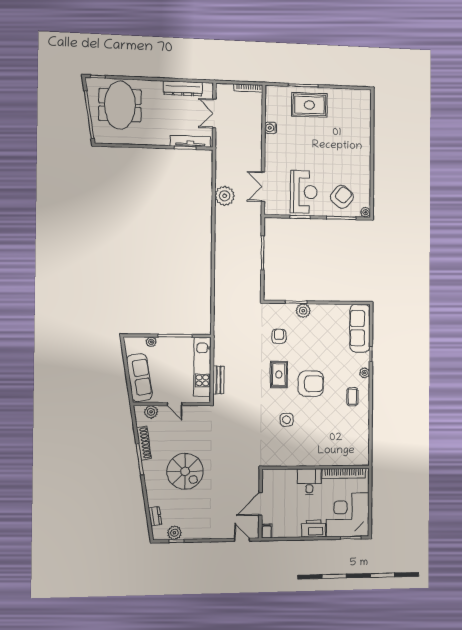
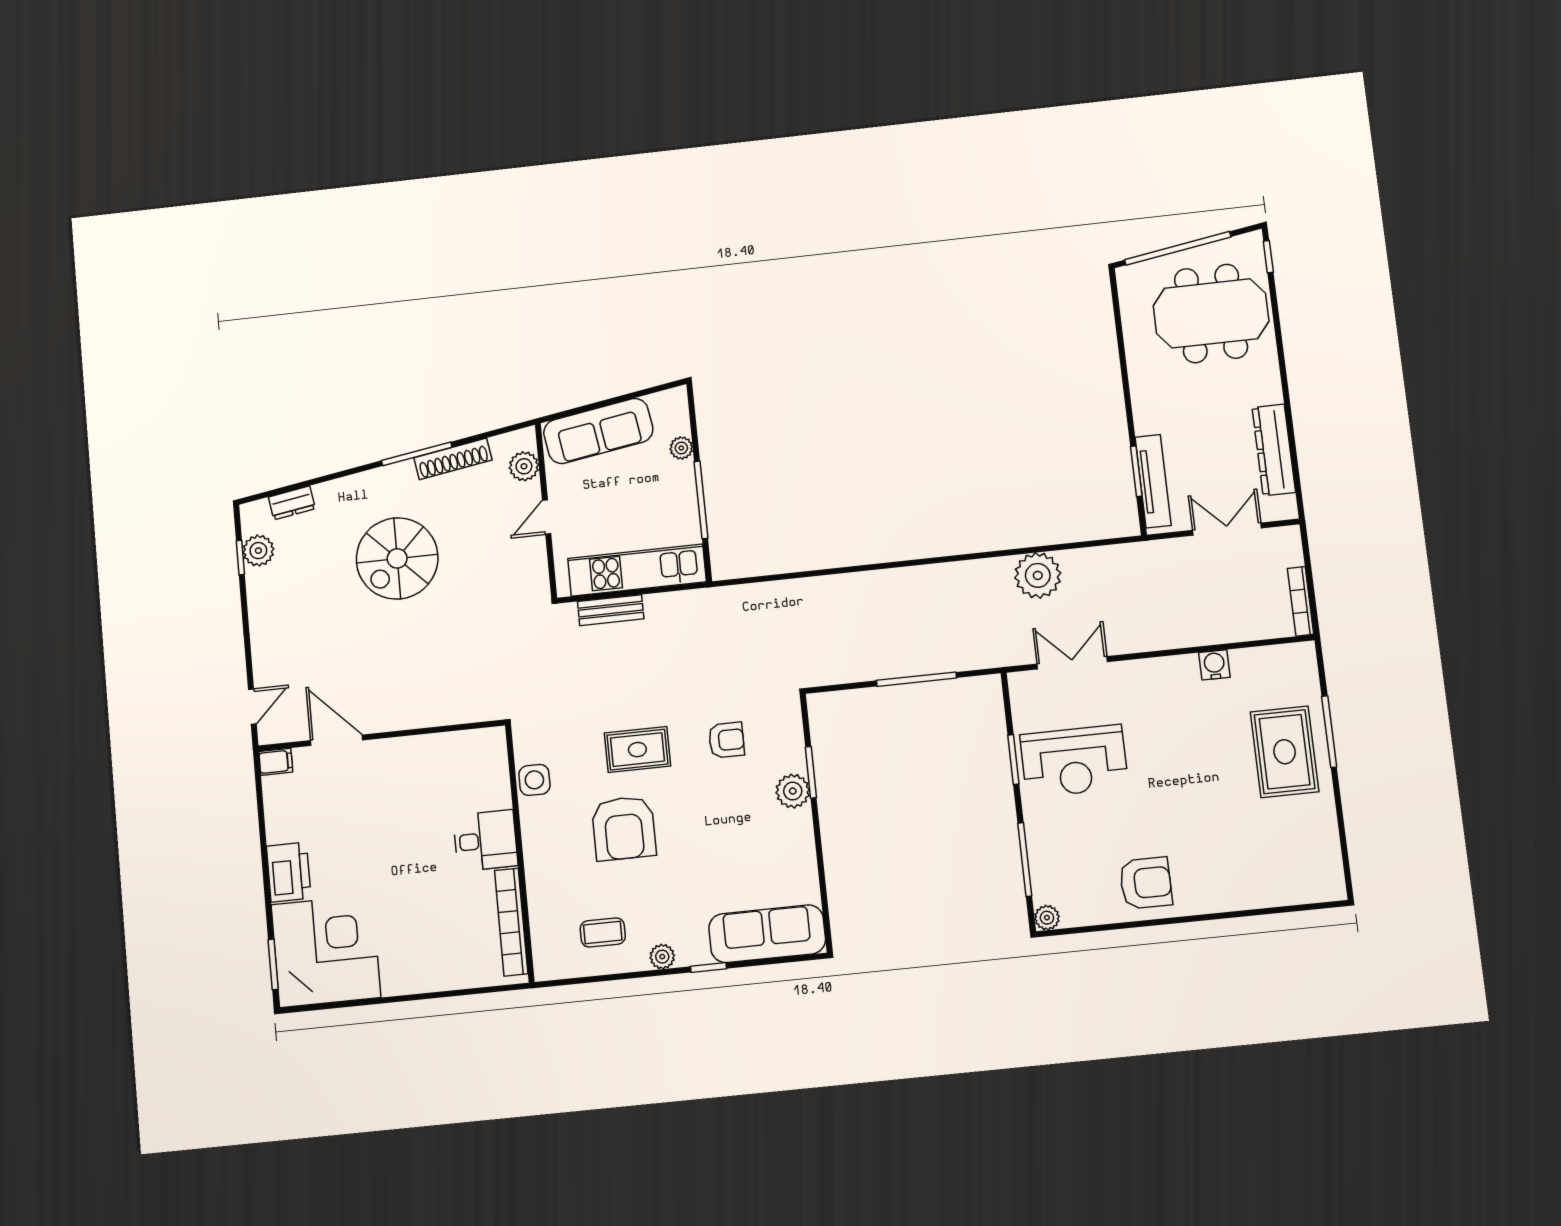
armchair: (342, 197) -> (1146, 883), moved, turned -40
wall: (316, 467) -> (520, 853), moved
bookcase: (344, 473) -> (511, 922), moved
desk: (309, 482) -> (485, 841), moved

